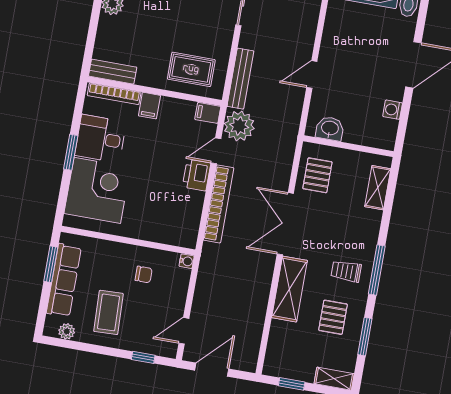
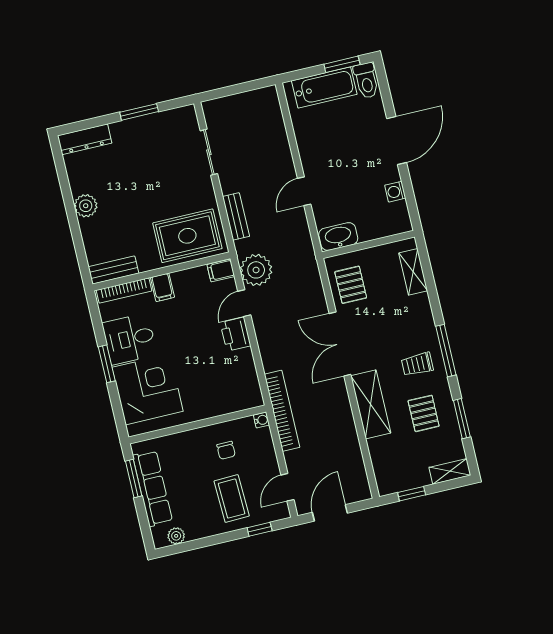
rug: (191, 69) -> (187, 236), width x1.36, depth x1.43
bench: (240, 79) -> (236, 216), width x0.73
washbasin: (330, 129) -> (338, 237), width x1.38
bookcase: (218, 204) -> (282, 411), moved
chair: (144, 274) -> (226, 450), turned 90
coffee table: (108, 312) -> (232, 499), moved

